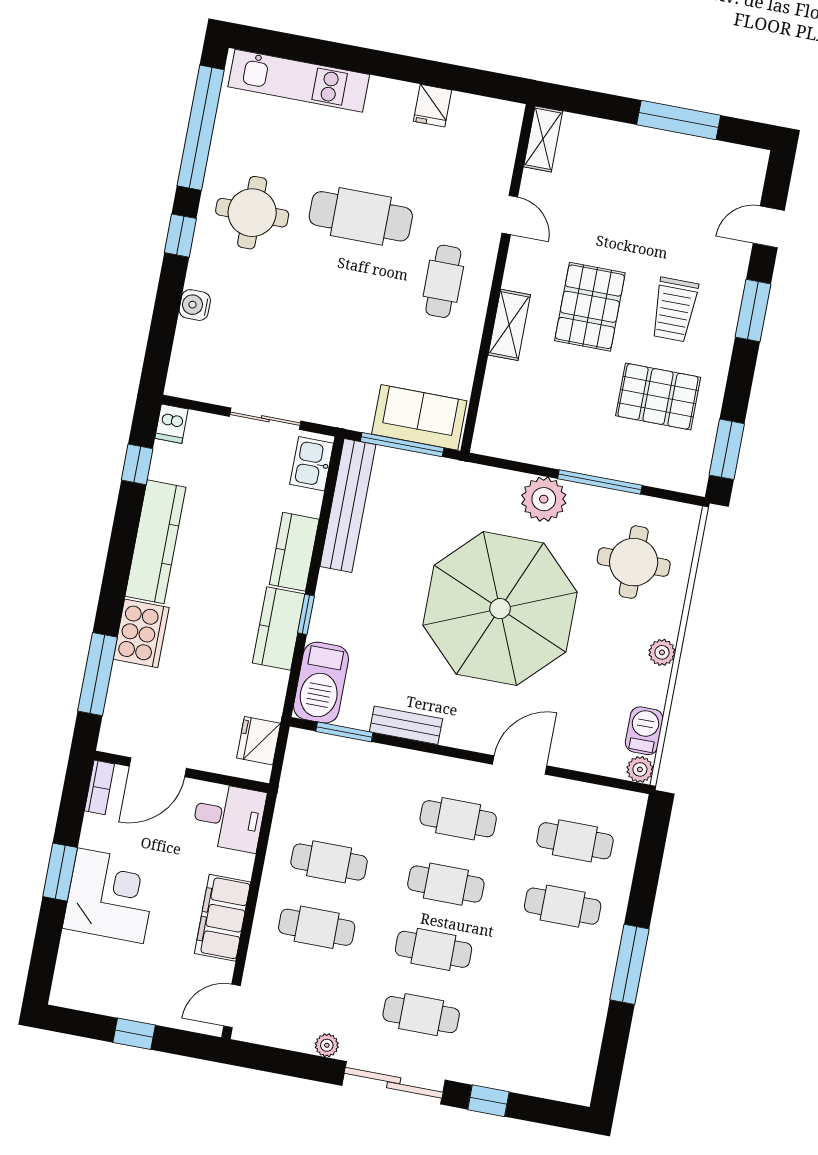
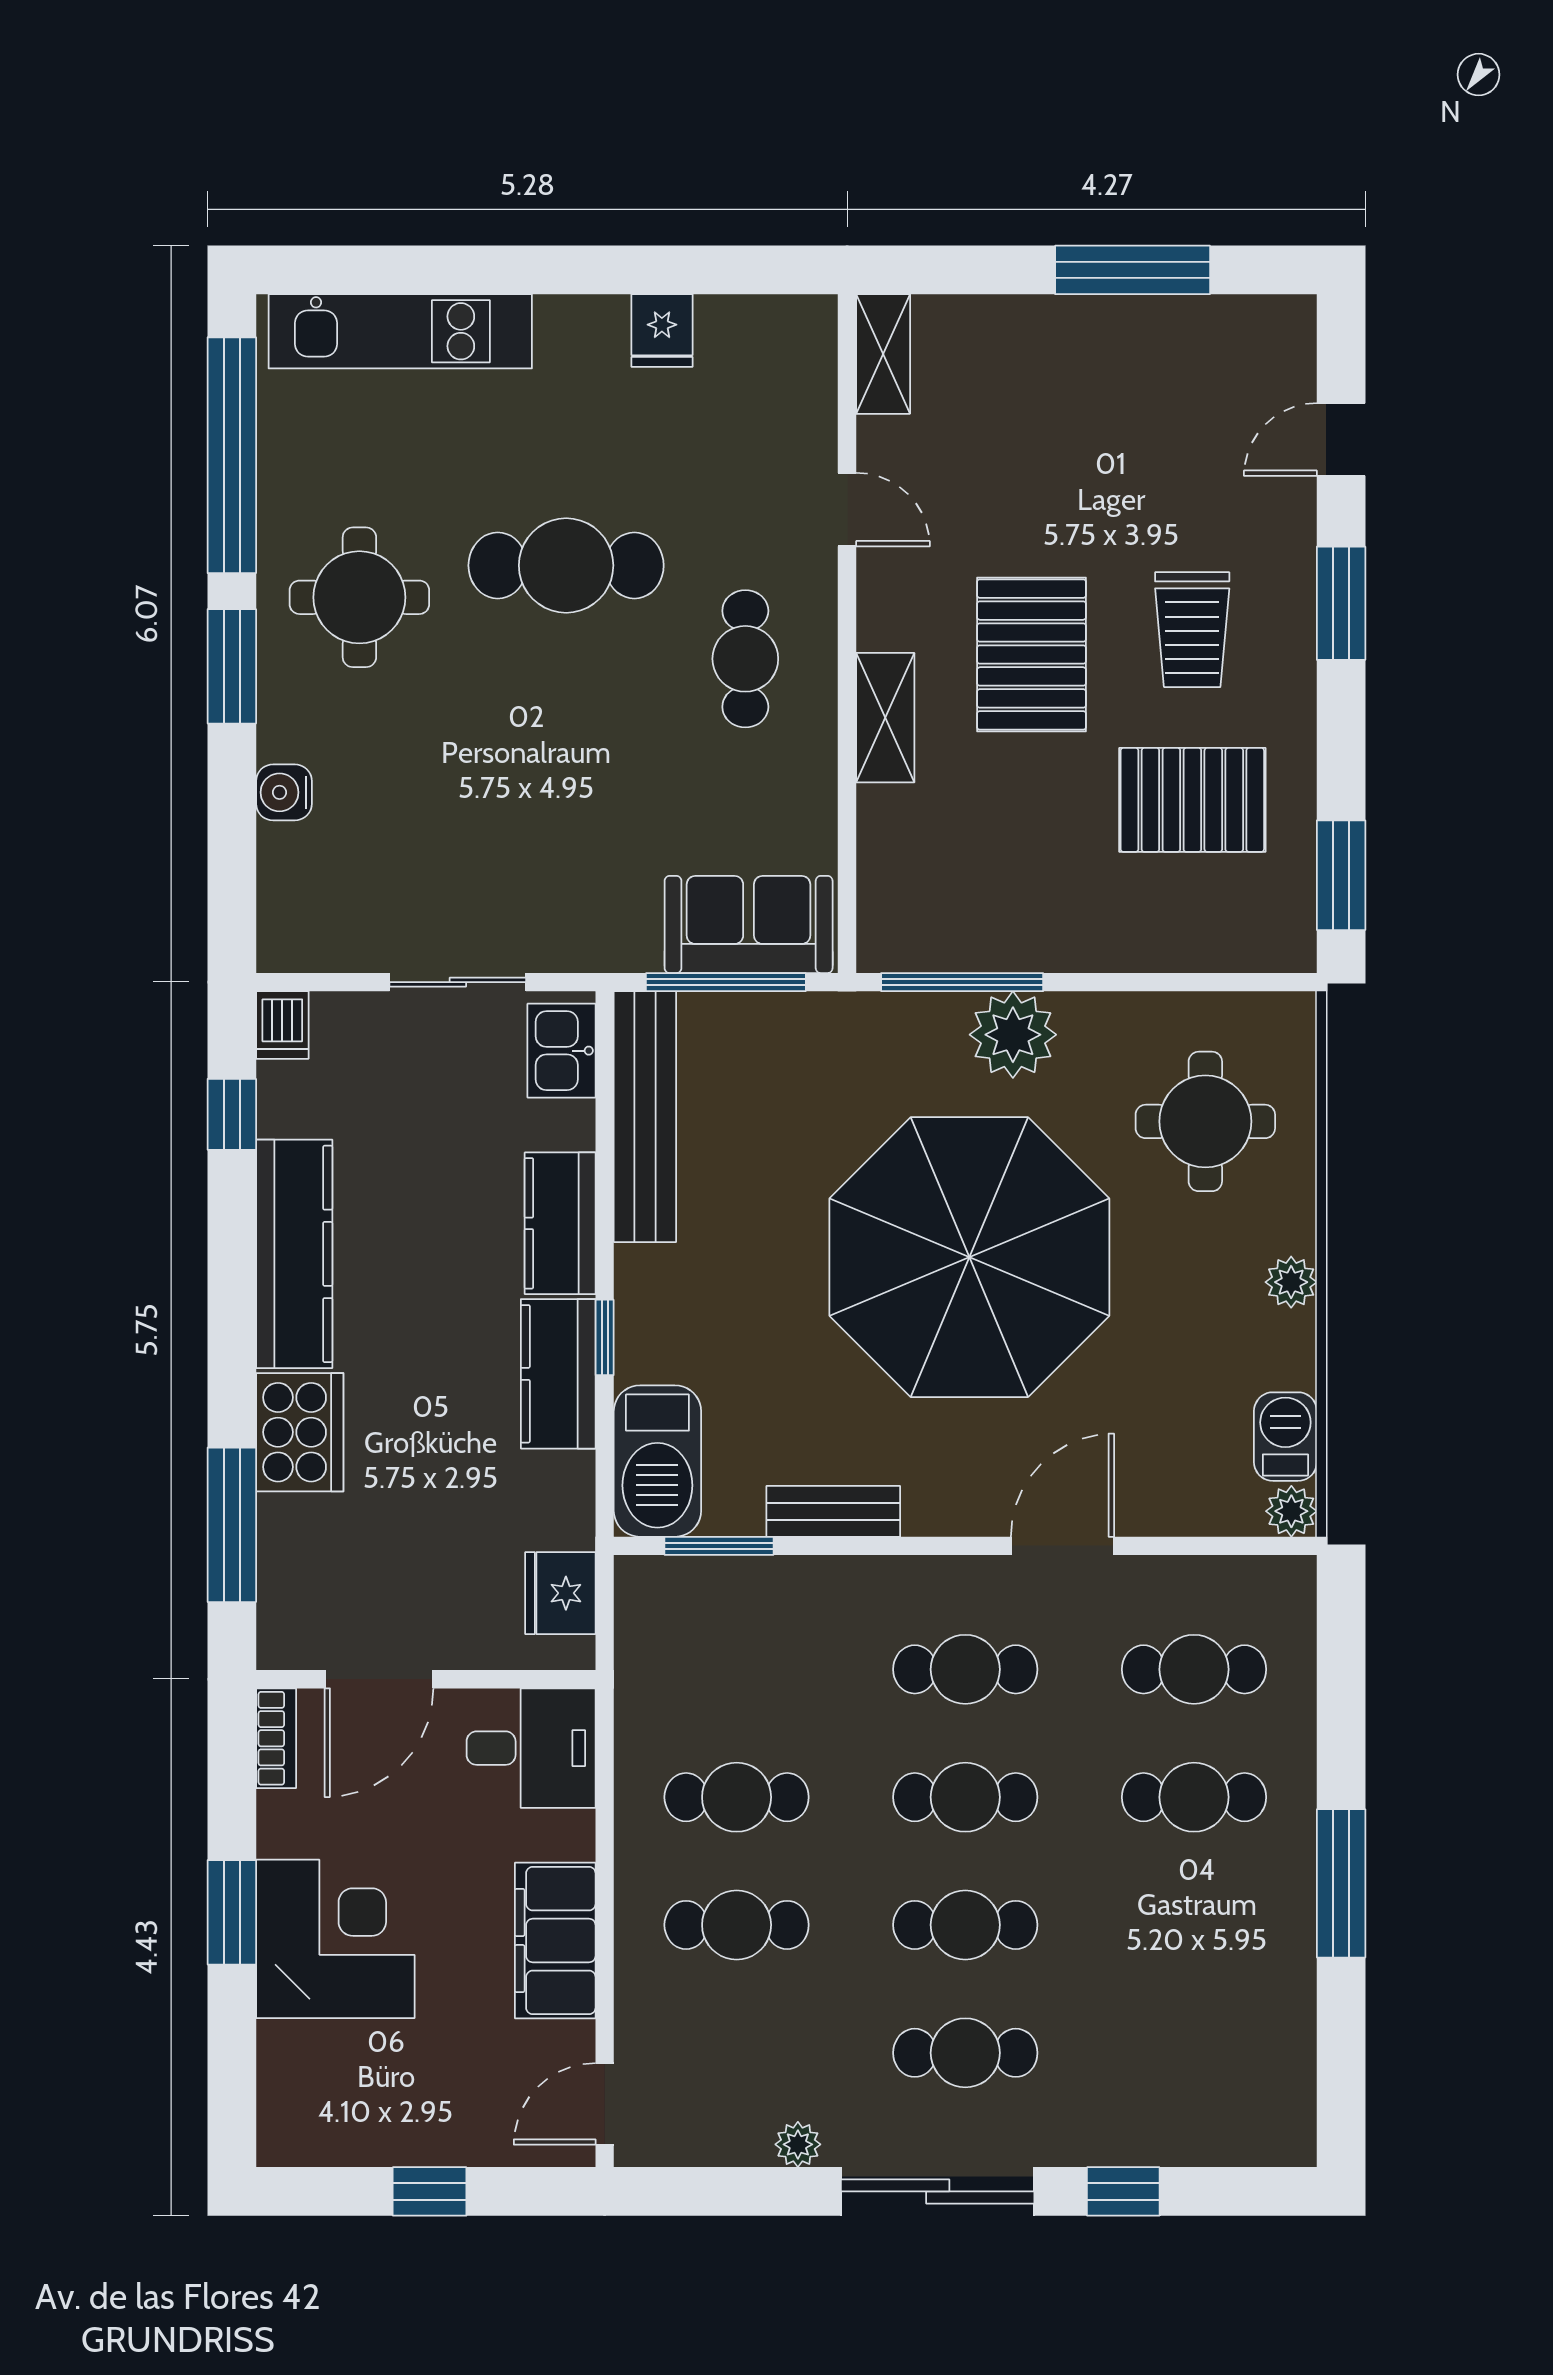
window: (180, 236) -> (232, 666), width x1.50
window: (600, 482) -> (962, 982), moved

